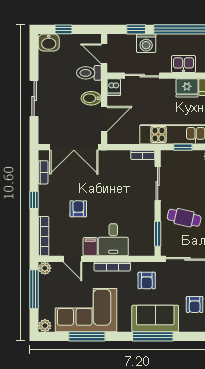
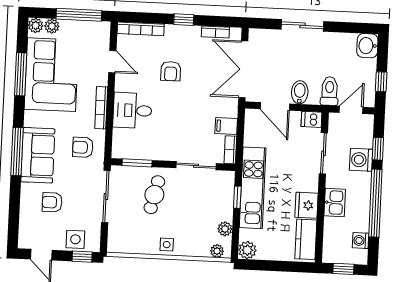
window: (63, 29) -> (381, 82), moved
armchair: (78, 209) -> (171, 71), turned 90
filing cabinet: (90, 247) -> (226, 126), moved, turned 180
door: (73, 259) -> (112, 62), swing flipped
plant: (45, 268) -> (52, 26), moved

